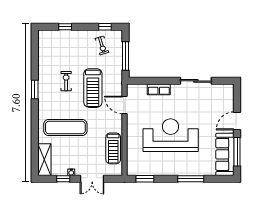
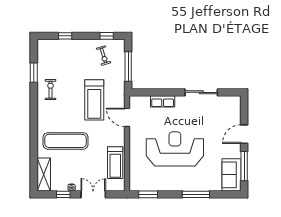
exercise bike: (66, 81) -> (51, 90), moved
window: (35, 89) -> (34, 73), moved
sofa: (225, 154) -> (232, 175), width x0.73
double door: (92, 179) -> (93, 194), swing flipped

